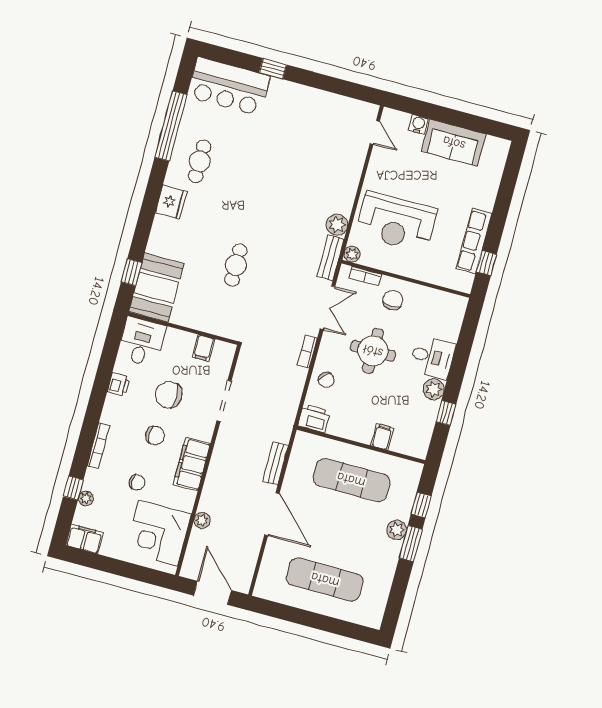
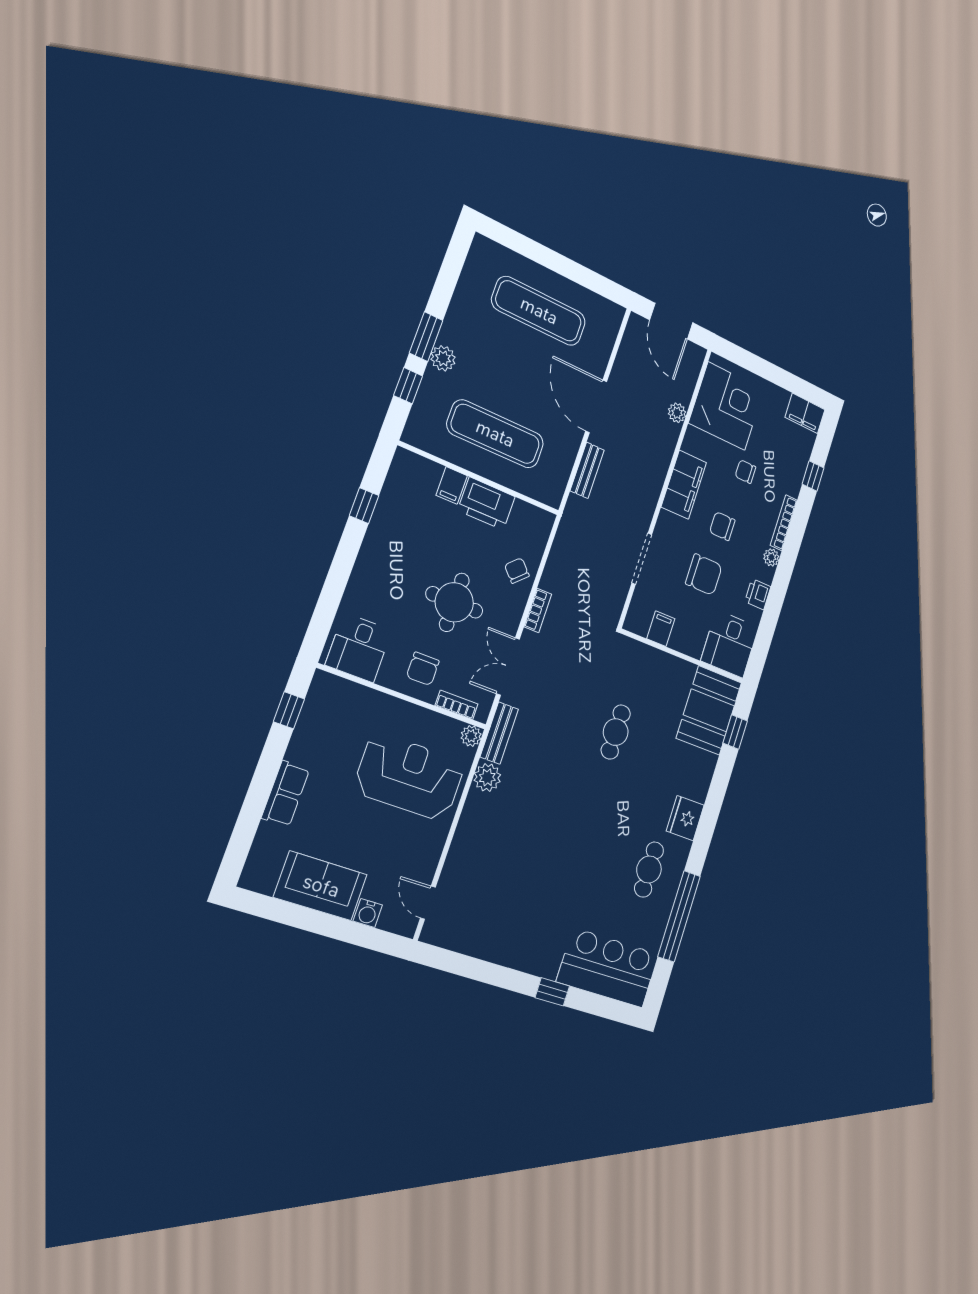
row of seats: (474, 241) -> (286, 794), moved, width x0.68
desk: (432, 357) -> (359, 648), moved, turned -90
plant: (434, 389) -> (378, 540), removed
printer: (314, 418) -> (486, 504), moved, width x1.37, depth x1.19
plant: (86, 498) -> (771, 557), moved

